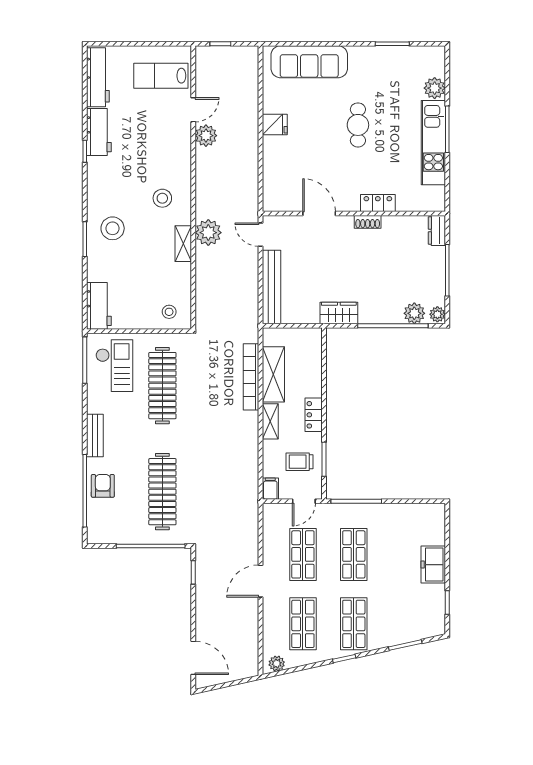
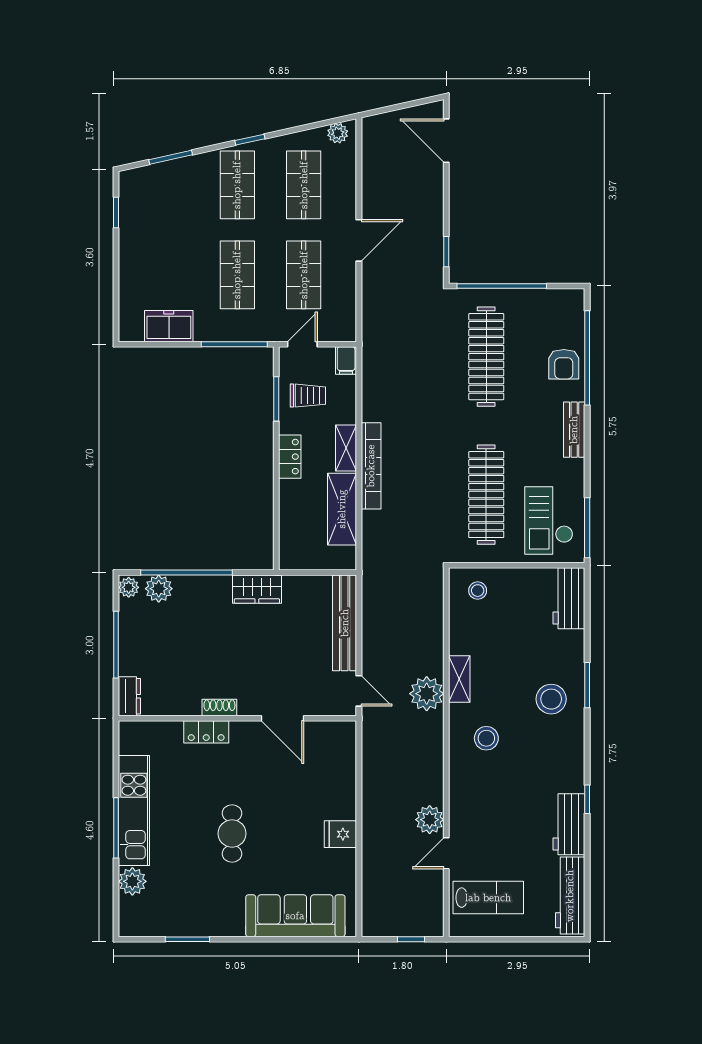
bookcase: (251, 377) -> (371, 466), moved
freezer: (433, 565) -> (169, 326), moved, turned -90

